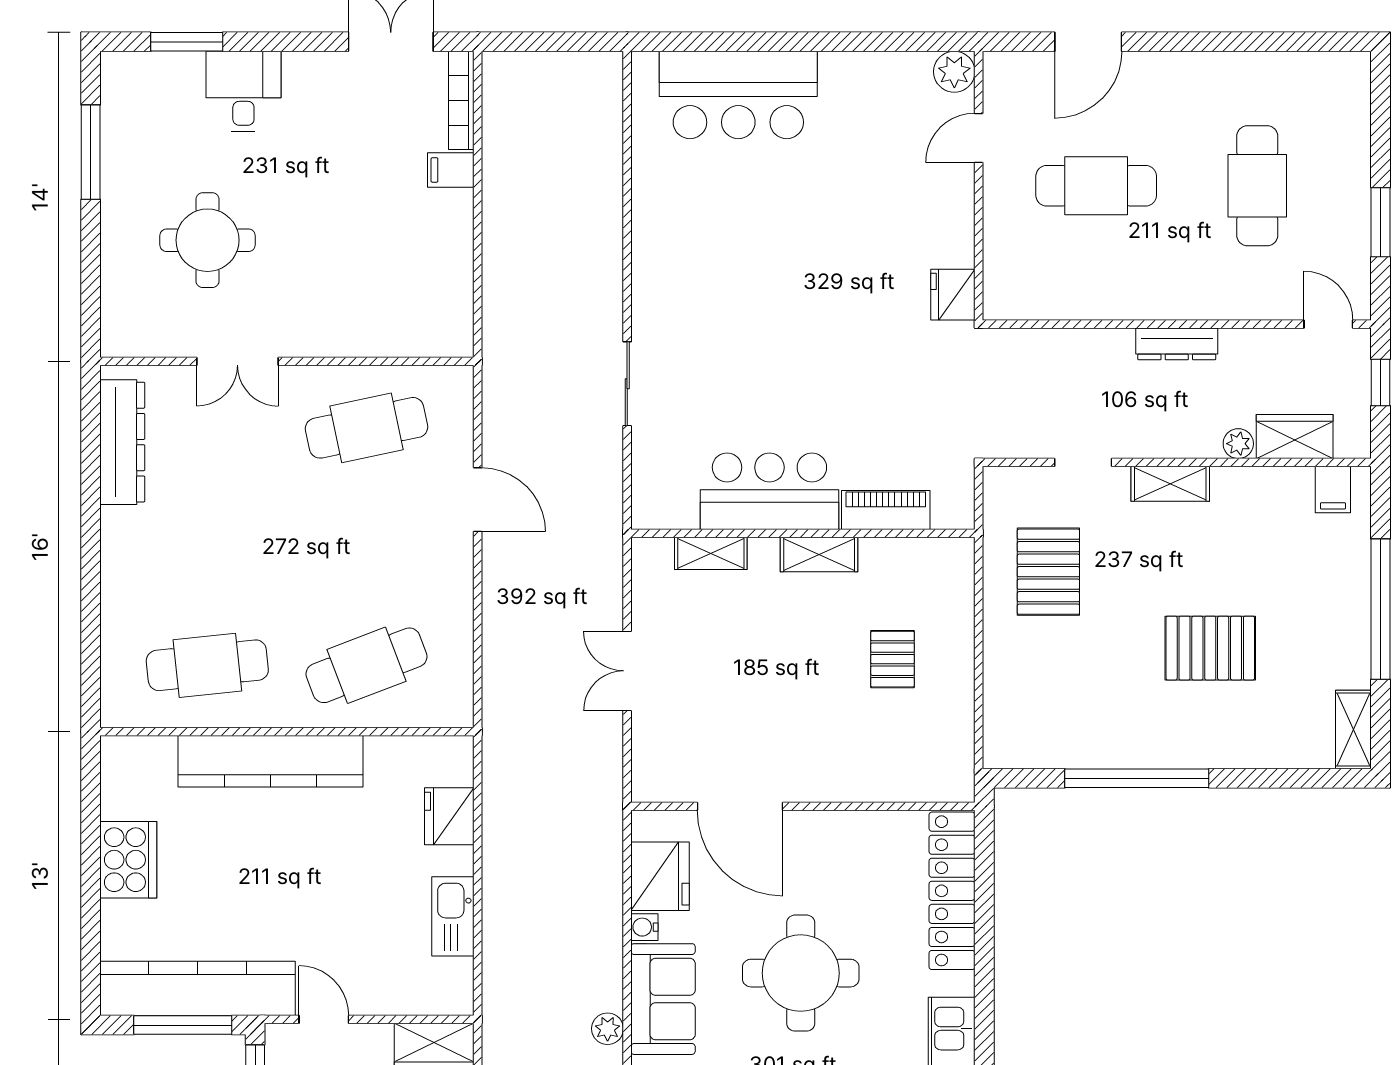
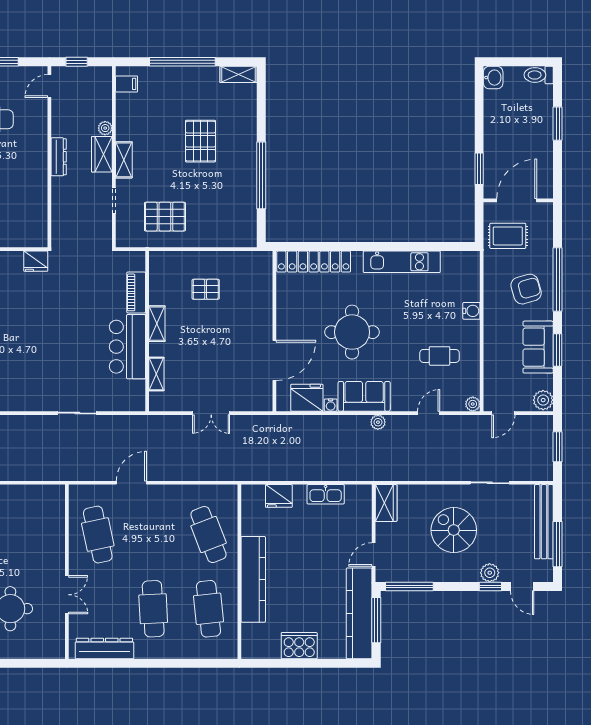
wardrobe: (1295, 436) -> (102, 154), moved
cafe table: (207, 547) -> (153, 609), added

